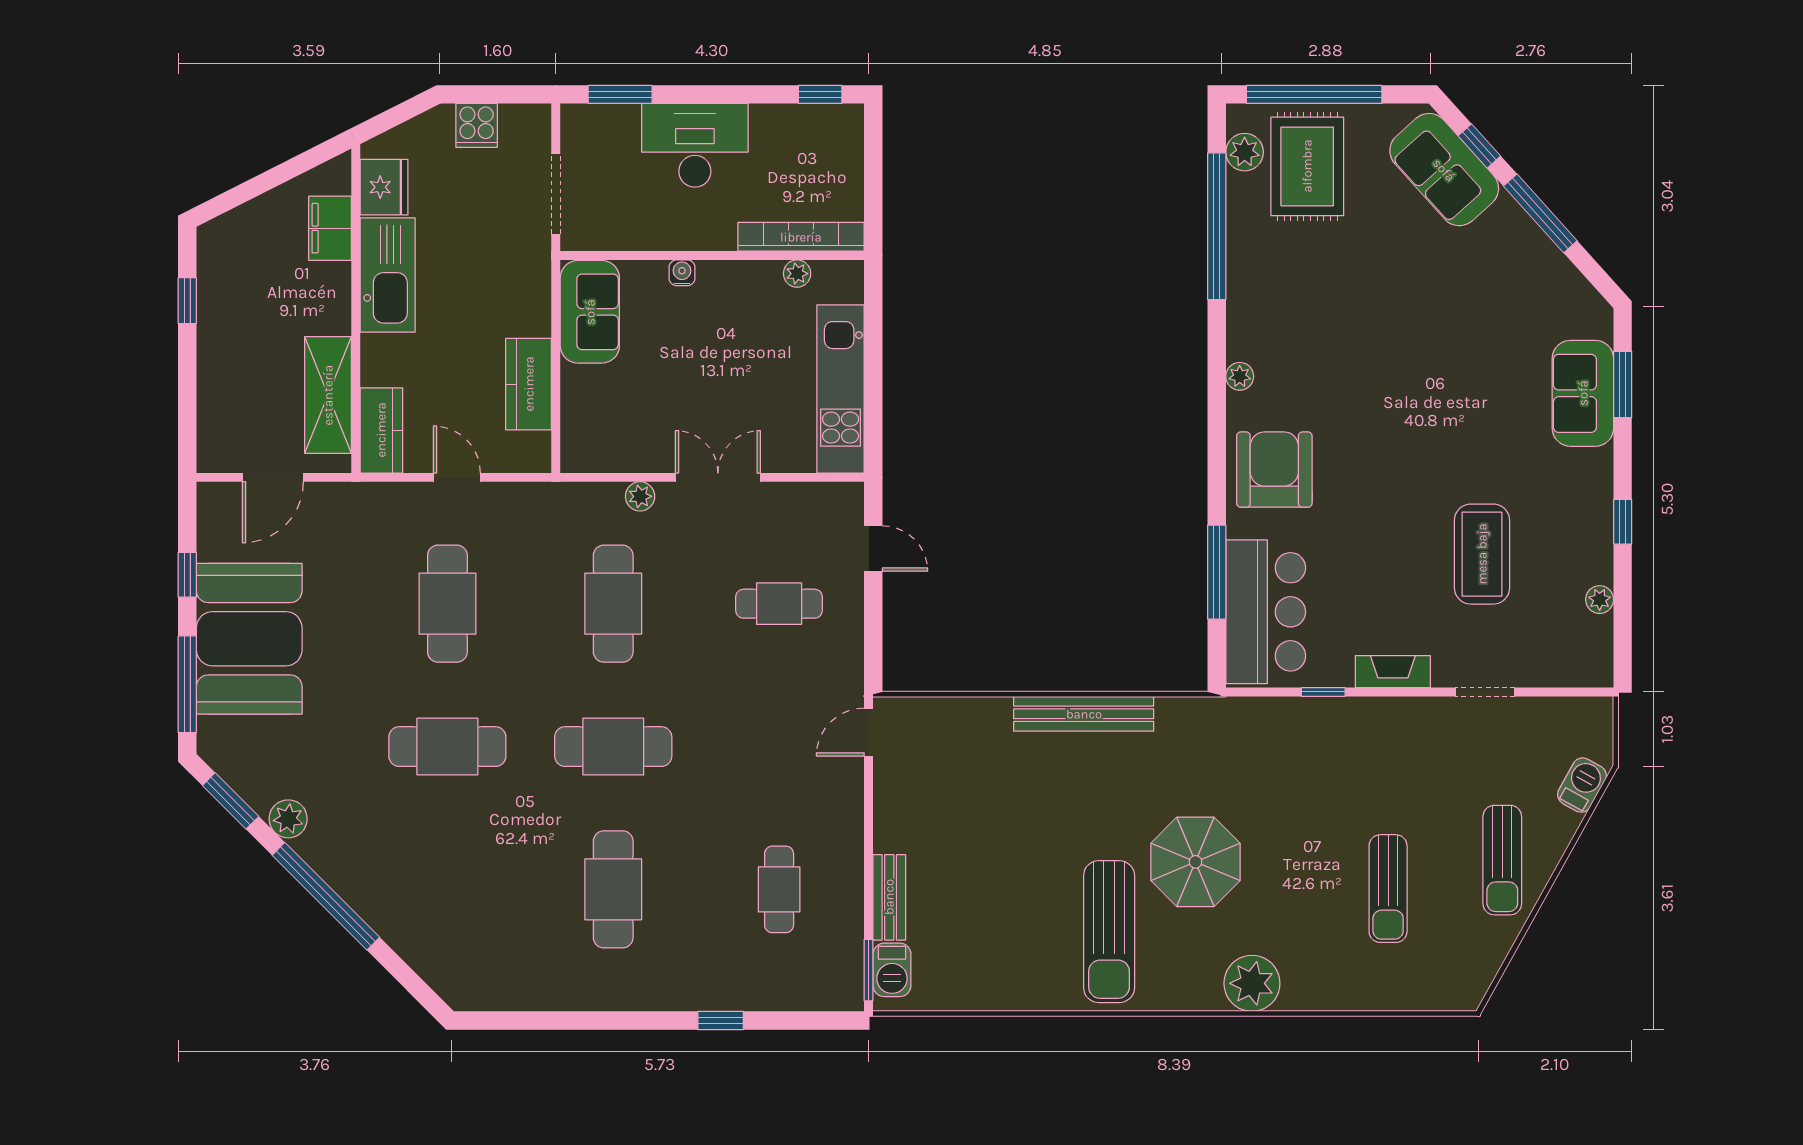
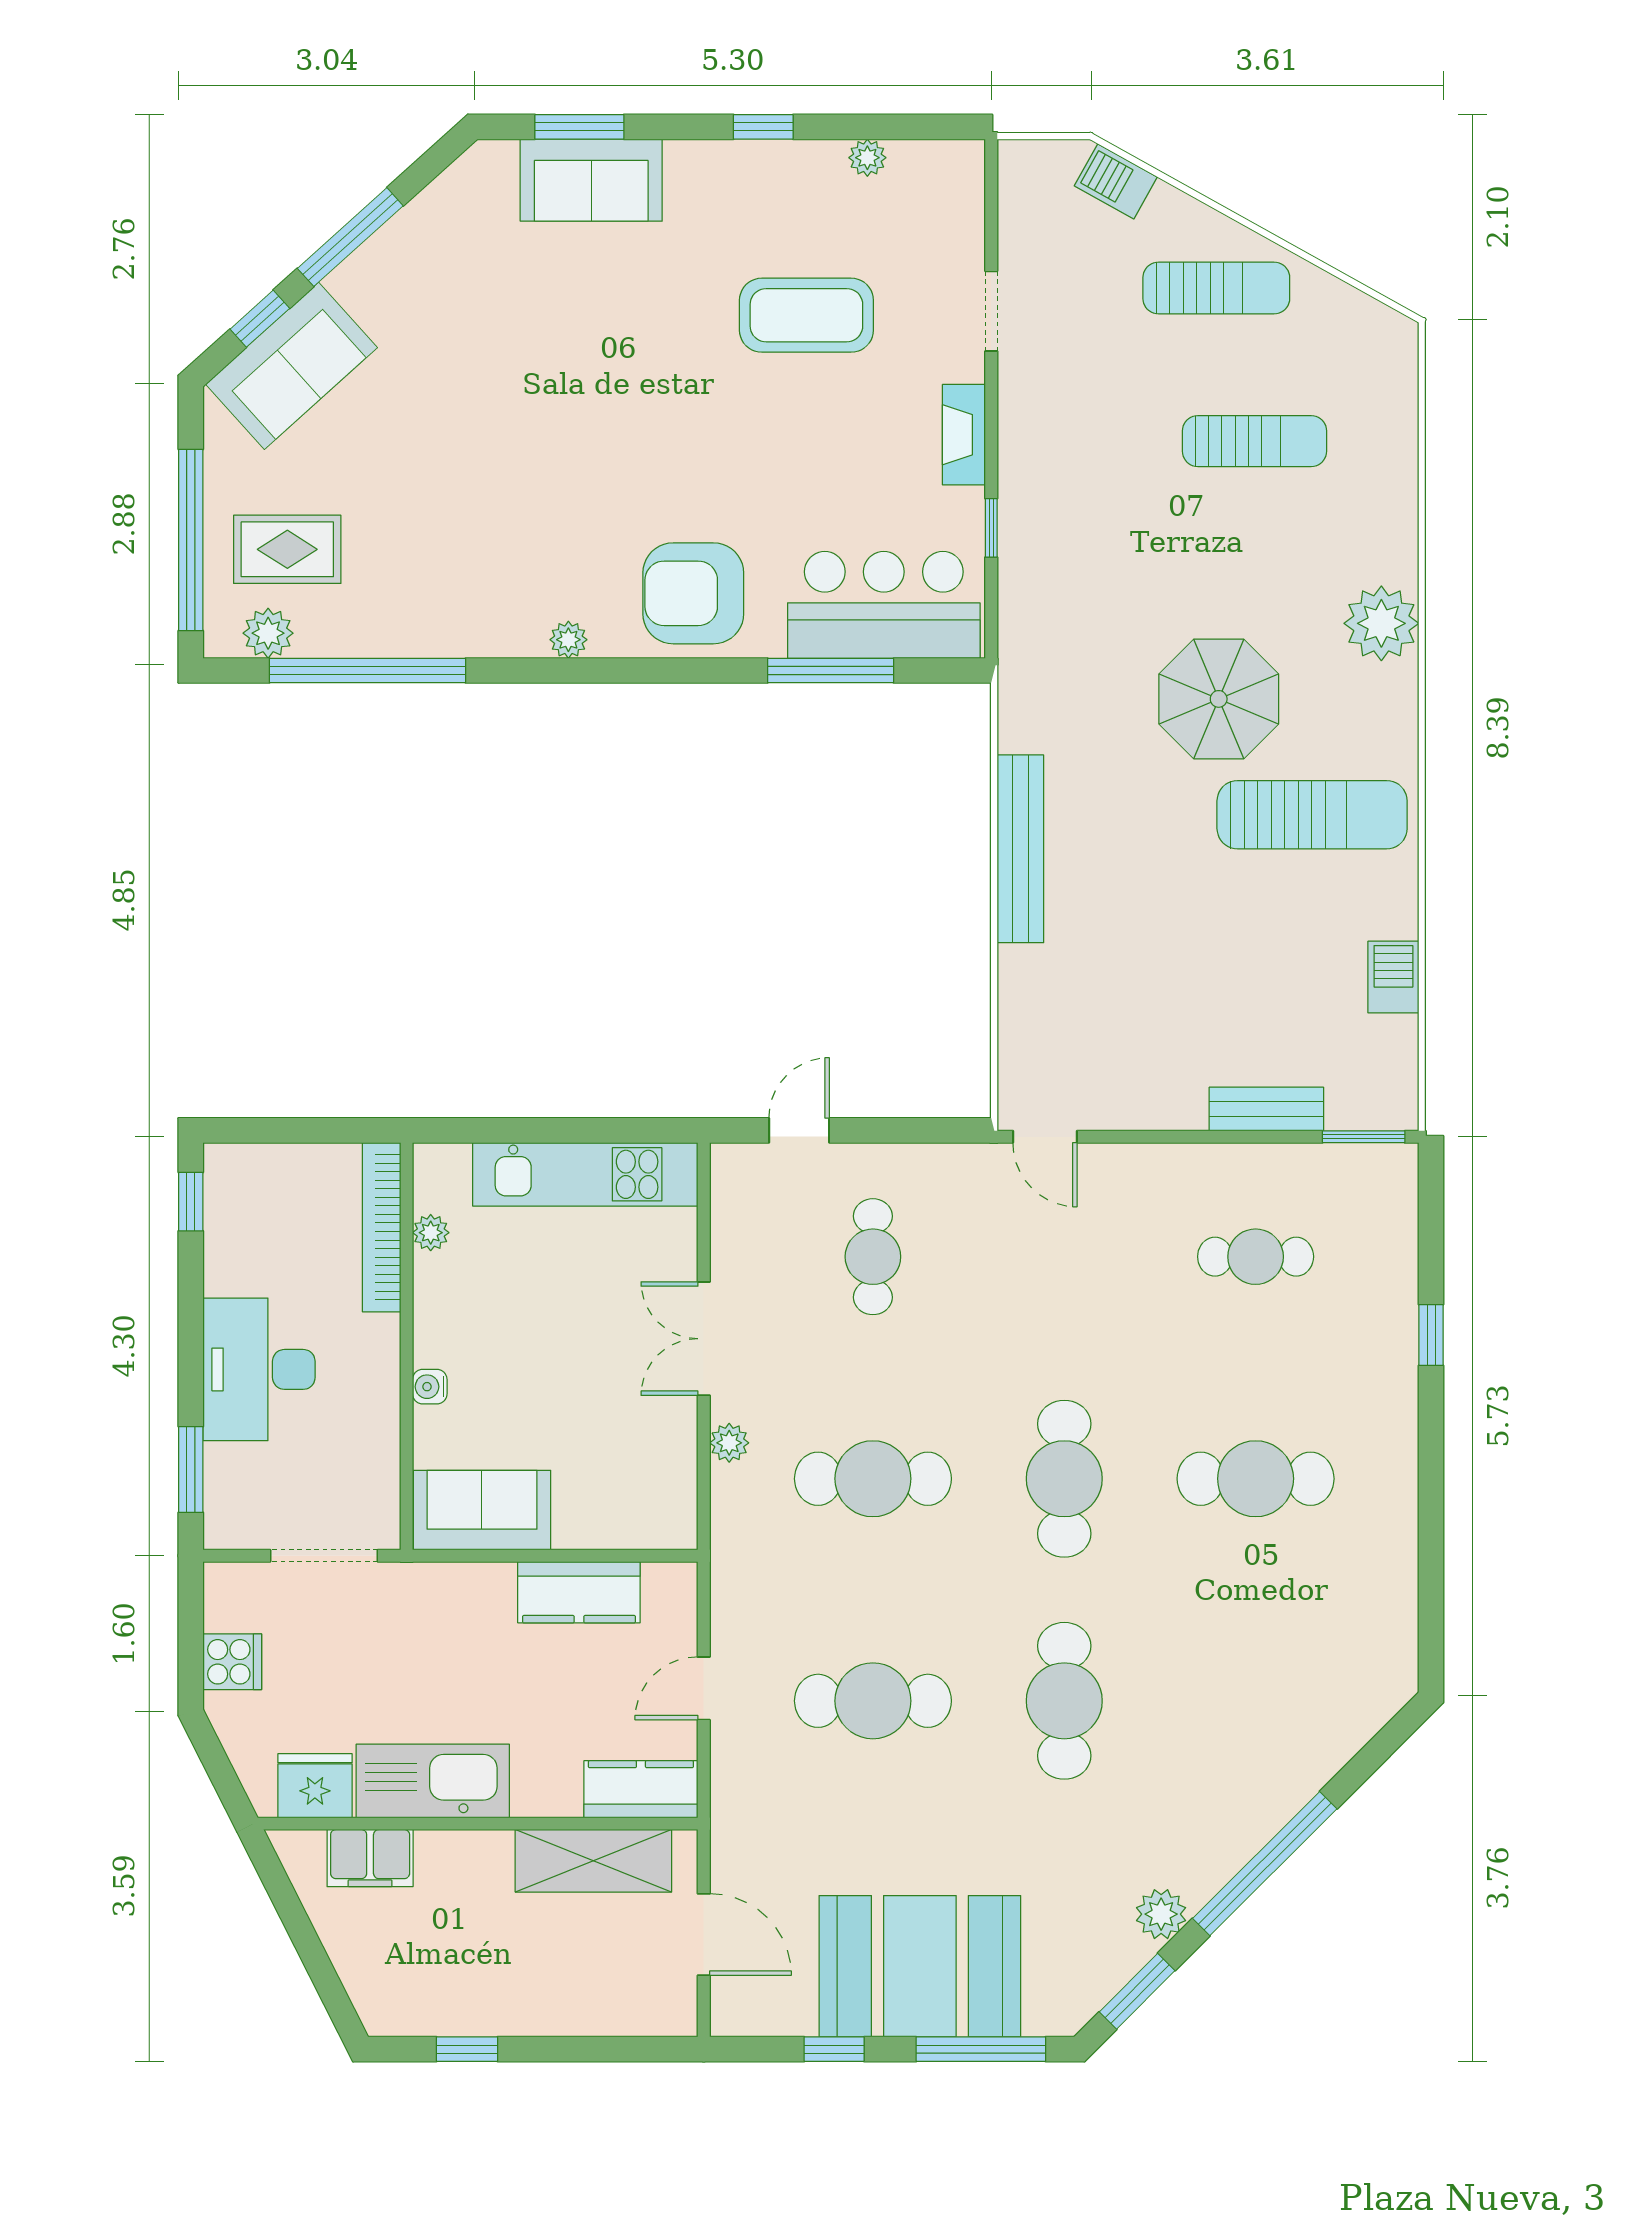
rug: (1307, 166) -> (287, 549), width x0.73, depth x0.70
barbecue: (892, 970) -> (1393, 977), moved, turned -90

